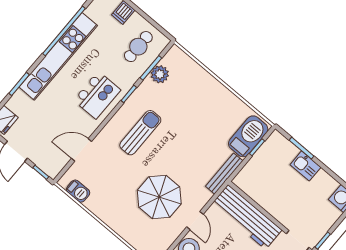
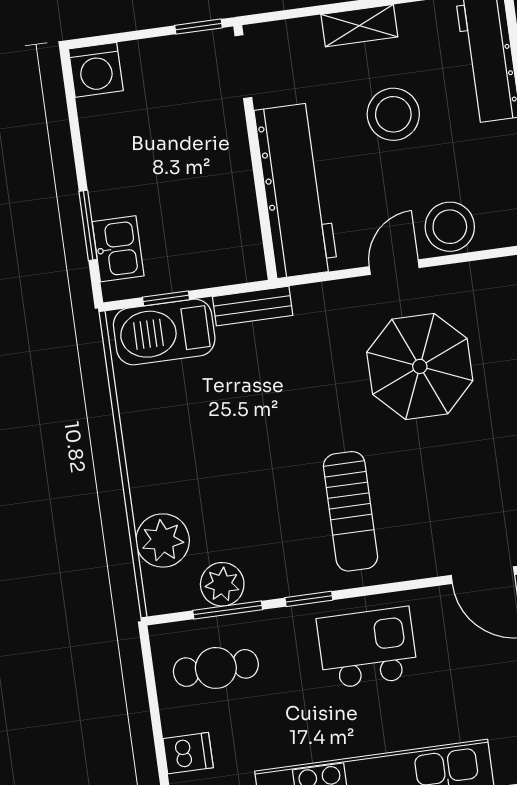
plant: (190, 71) -> (163, 540), added
sun lounger: (140, 133) -> (350, 511), turned -90
kitchen sink: (305, 166) -> (118, 249), moved
bench: (224, 174) -> (253, 306), width x0.73

